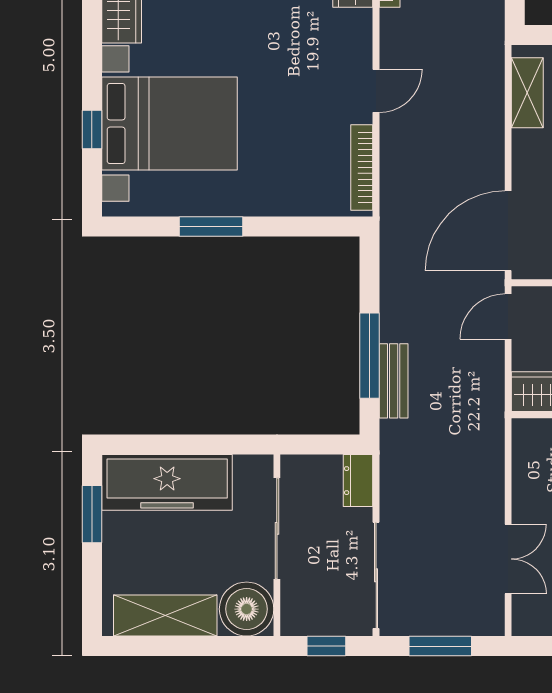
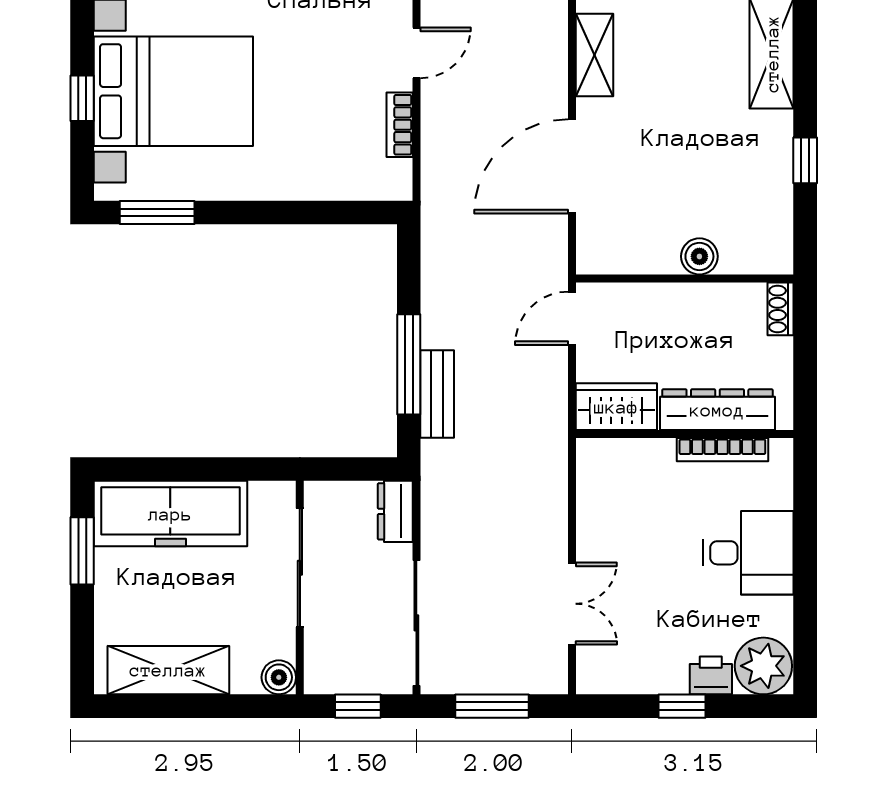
bookcase: (362, 167) -> (400, 125), width x0.64
window: (211, 227) -> (157, 212), moved
door: (508, 231) -> (572, 166), moved
boiler: (247, 609) -> (279, 677), width x0.54, depth x0.54

